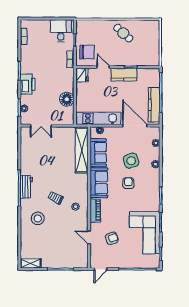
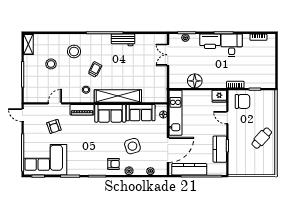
desk: (61, 31) -> (232, 45), moved, turned -90
chair: (87, 52) -> (243, 101), turned -90
door: (103, 67) -> (227, 118), swing flipped
kitchen counter: (124, 75) -> (220, 149), moved
shelving: (82, 150) -> (118, 96), moved
armchair: (128, 183) -> (114, 164), moved
workbench: (26, 187) -> (123, 40), moved
corner sofa: (145, 233) -> (45, 160), moved
stool: (50, 241) -> (51, 64), added

